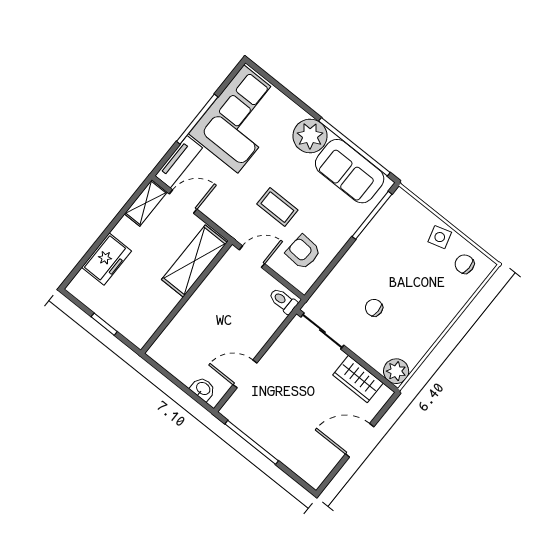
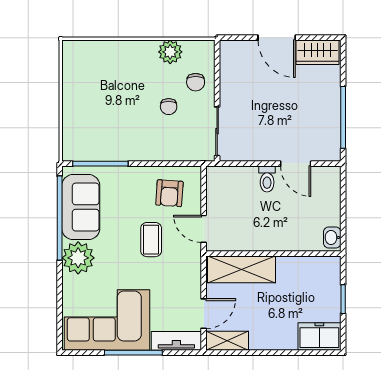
door: (183, 202) -> (204, 314), swing flipped
side table: (440, 237) -> (76, 100), removed
freezer: (107, 259) -> (319, 336), moved
chair: (465, 264) -> (196, 82), moved
toilet: (283, 301) -> (267, 179), moved
plant: (396, 371) -> (170, 52), moved
wardrobe: (358, 379) -> (318, 52), moved, turned 90
washbasin: (203, 389) -> (332, 237), moved

